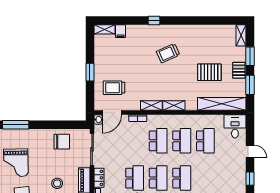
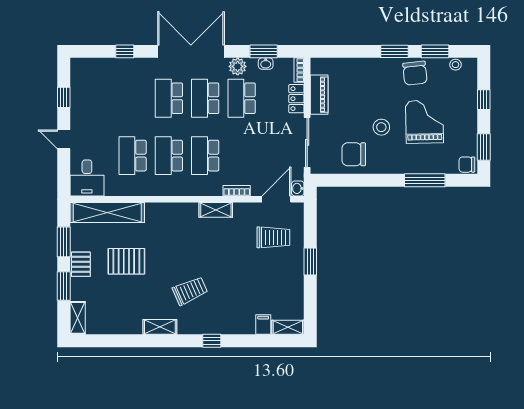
shelving: (174, 105) -> (160, 327), moved
stool: (57, 183) -> (381, 127), moved

